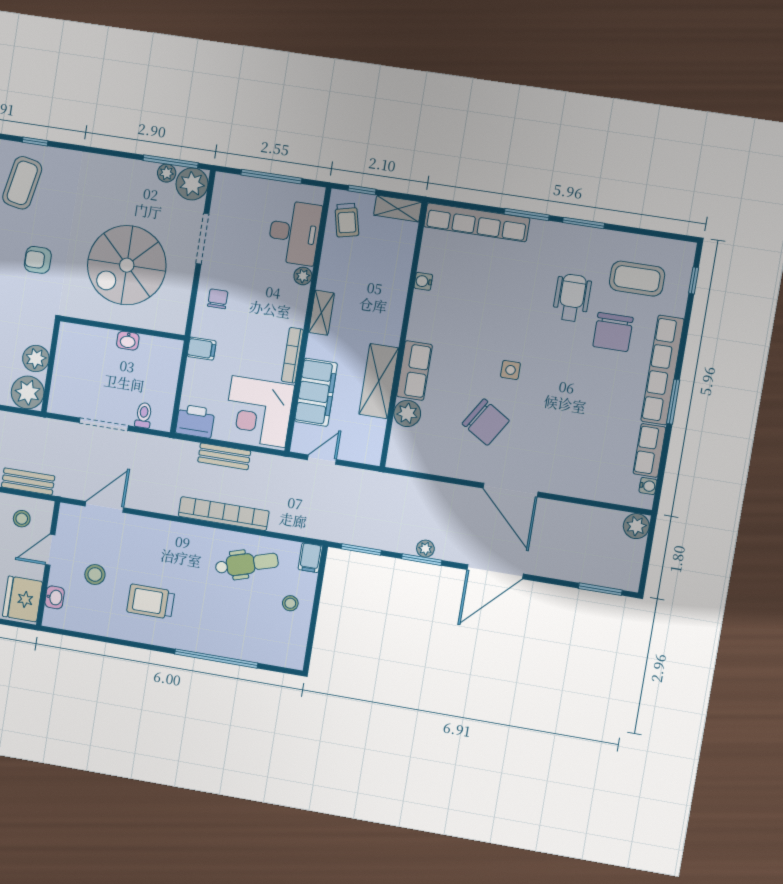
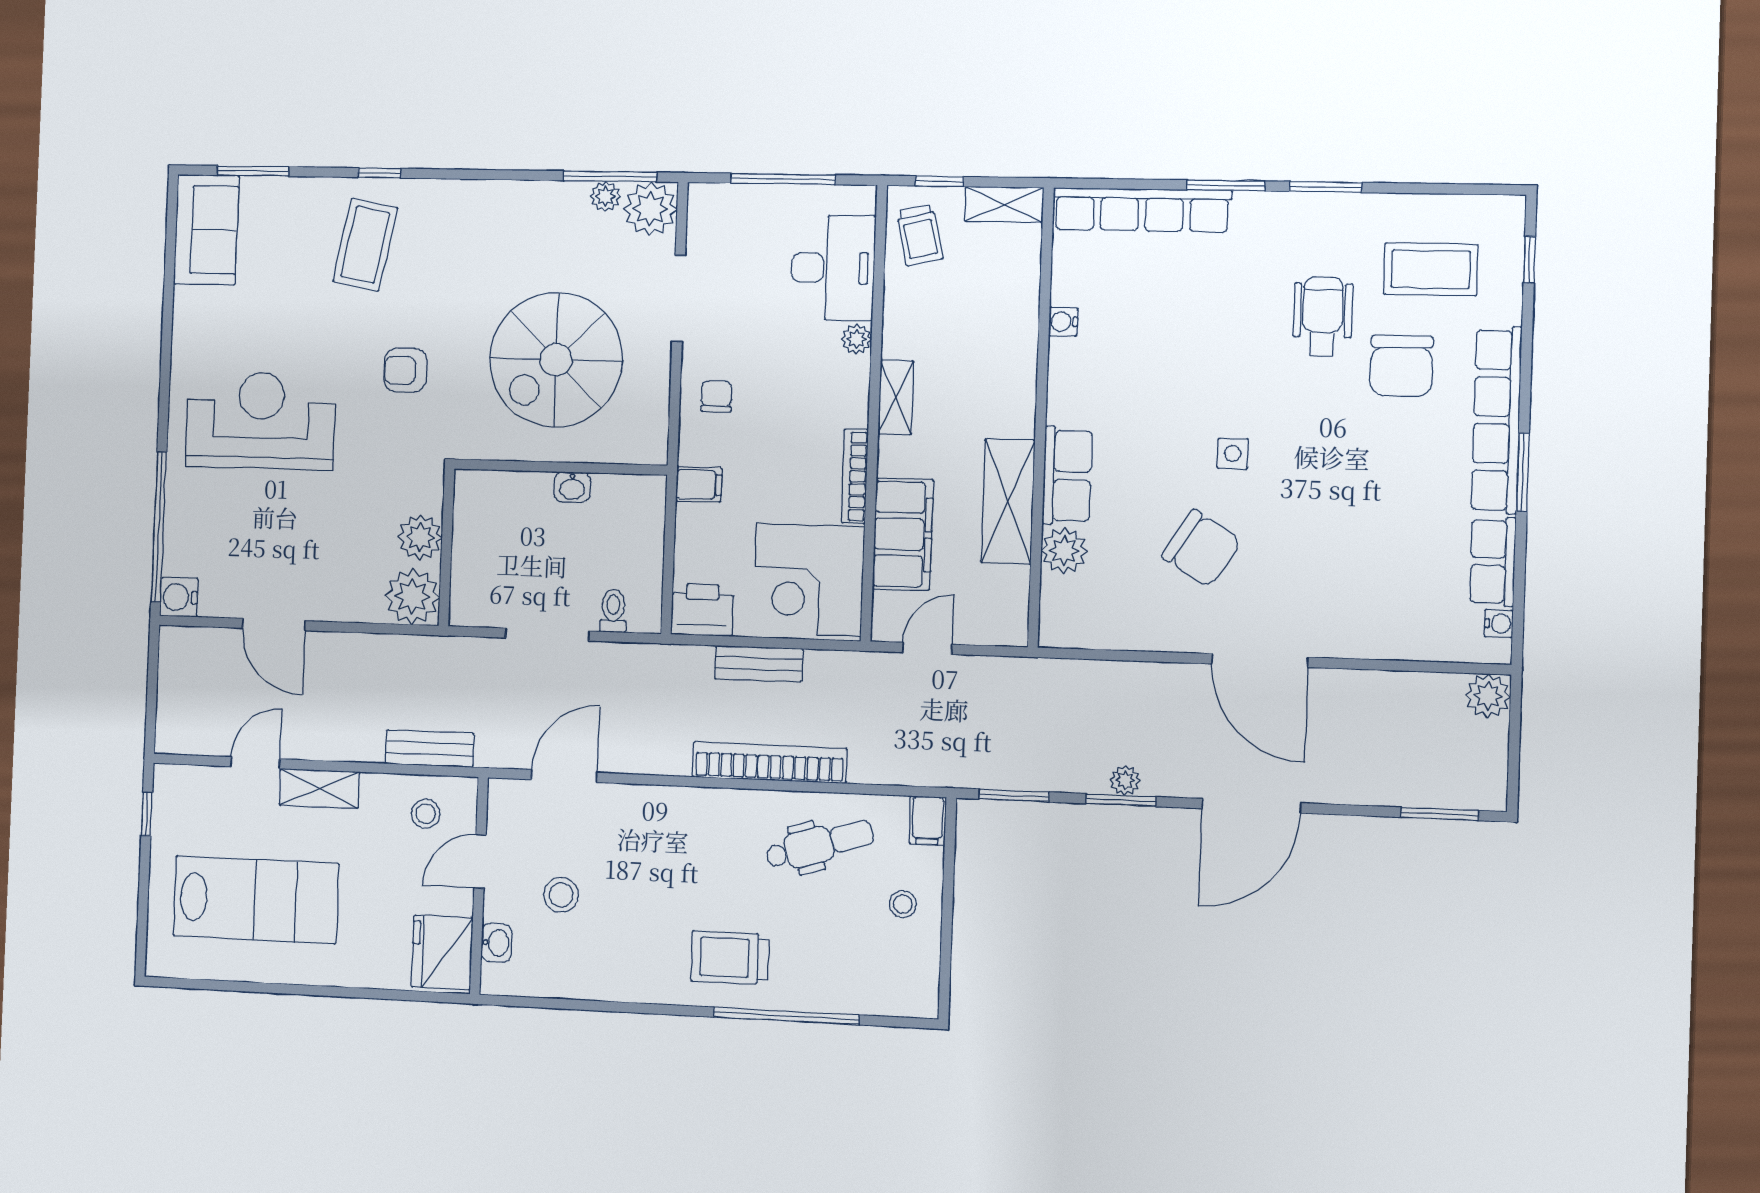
trolley: (151, 602) -> (730, 958), moved

